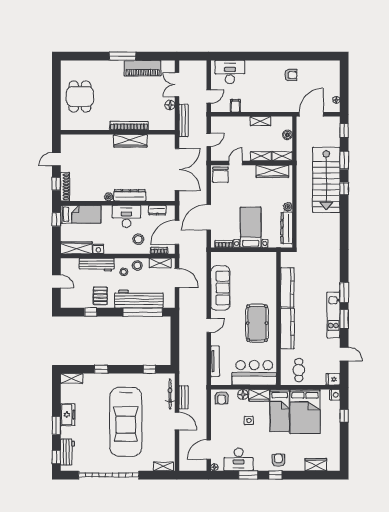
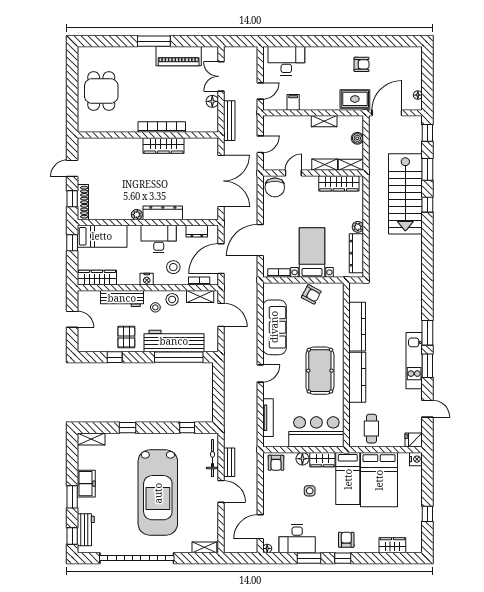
rug: (285, 103) -> (355, 99), added
nightstand: (98, 249) -> (147, 279), moved
armchair: (250, 261) -> (311, 294), added
window: (344, 416) -> (427, 514), moved

